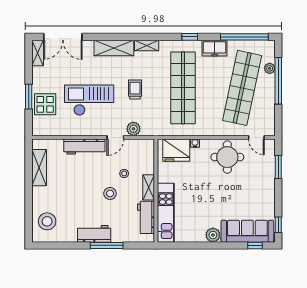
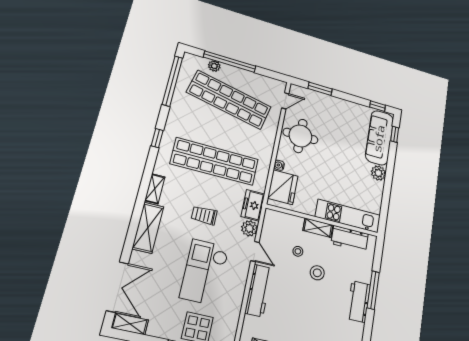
freezer: (215, 48) -> (253, 205), moved, turned 180

